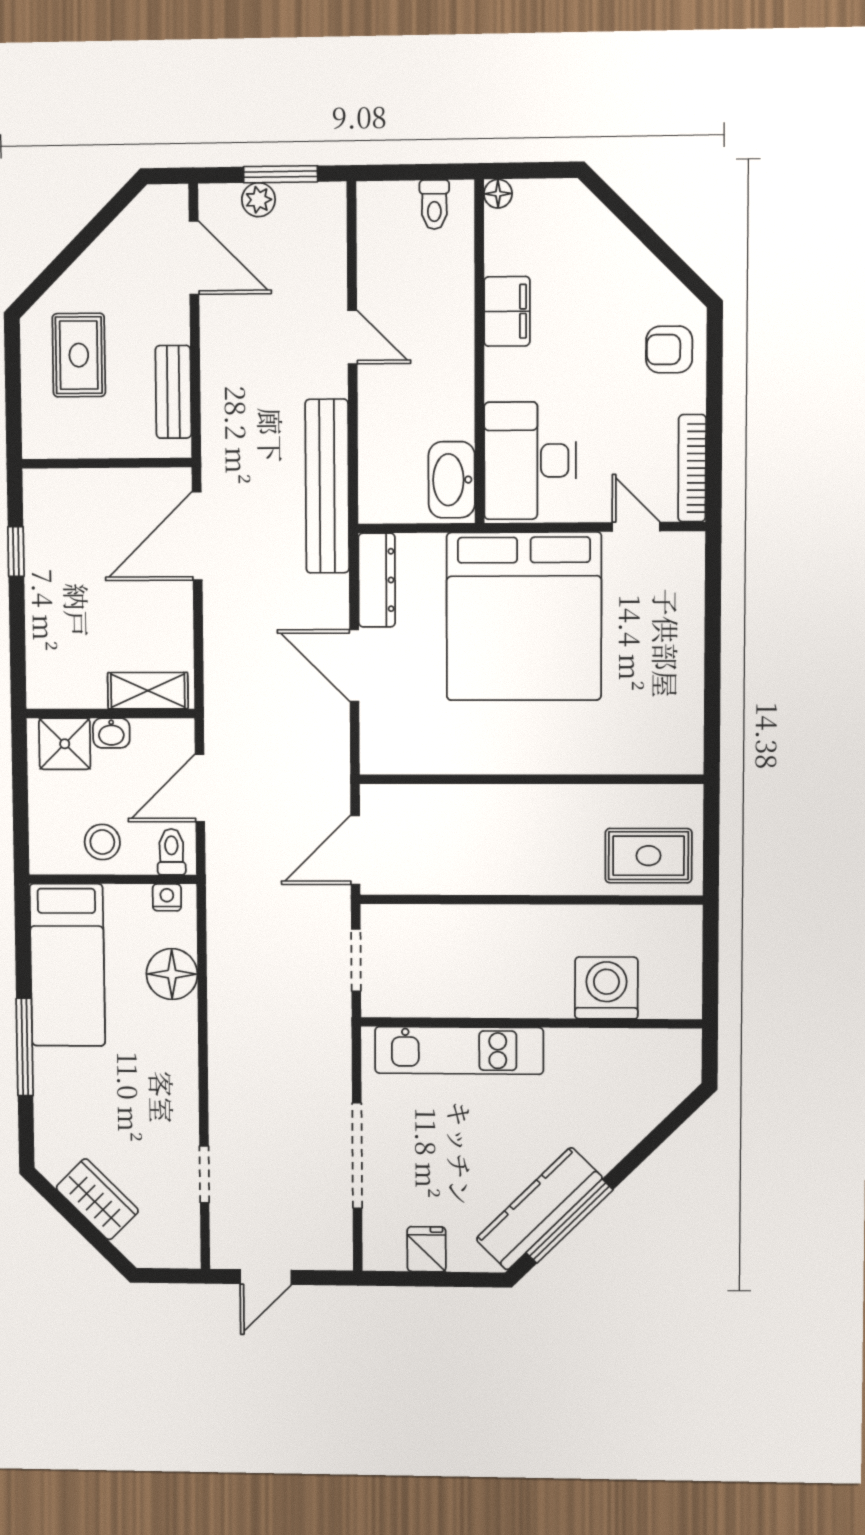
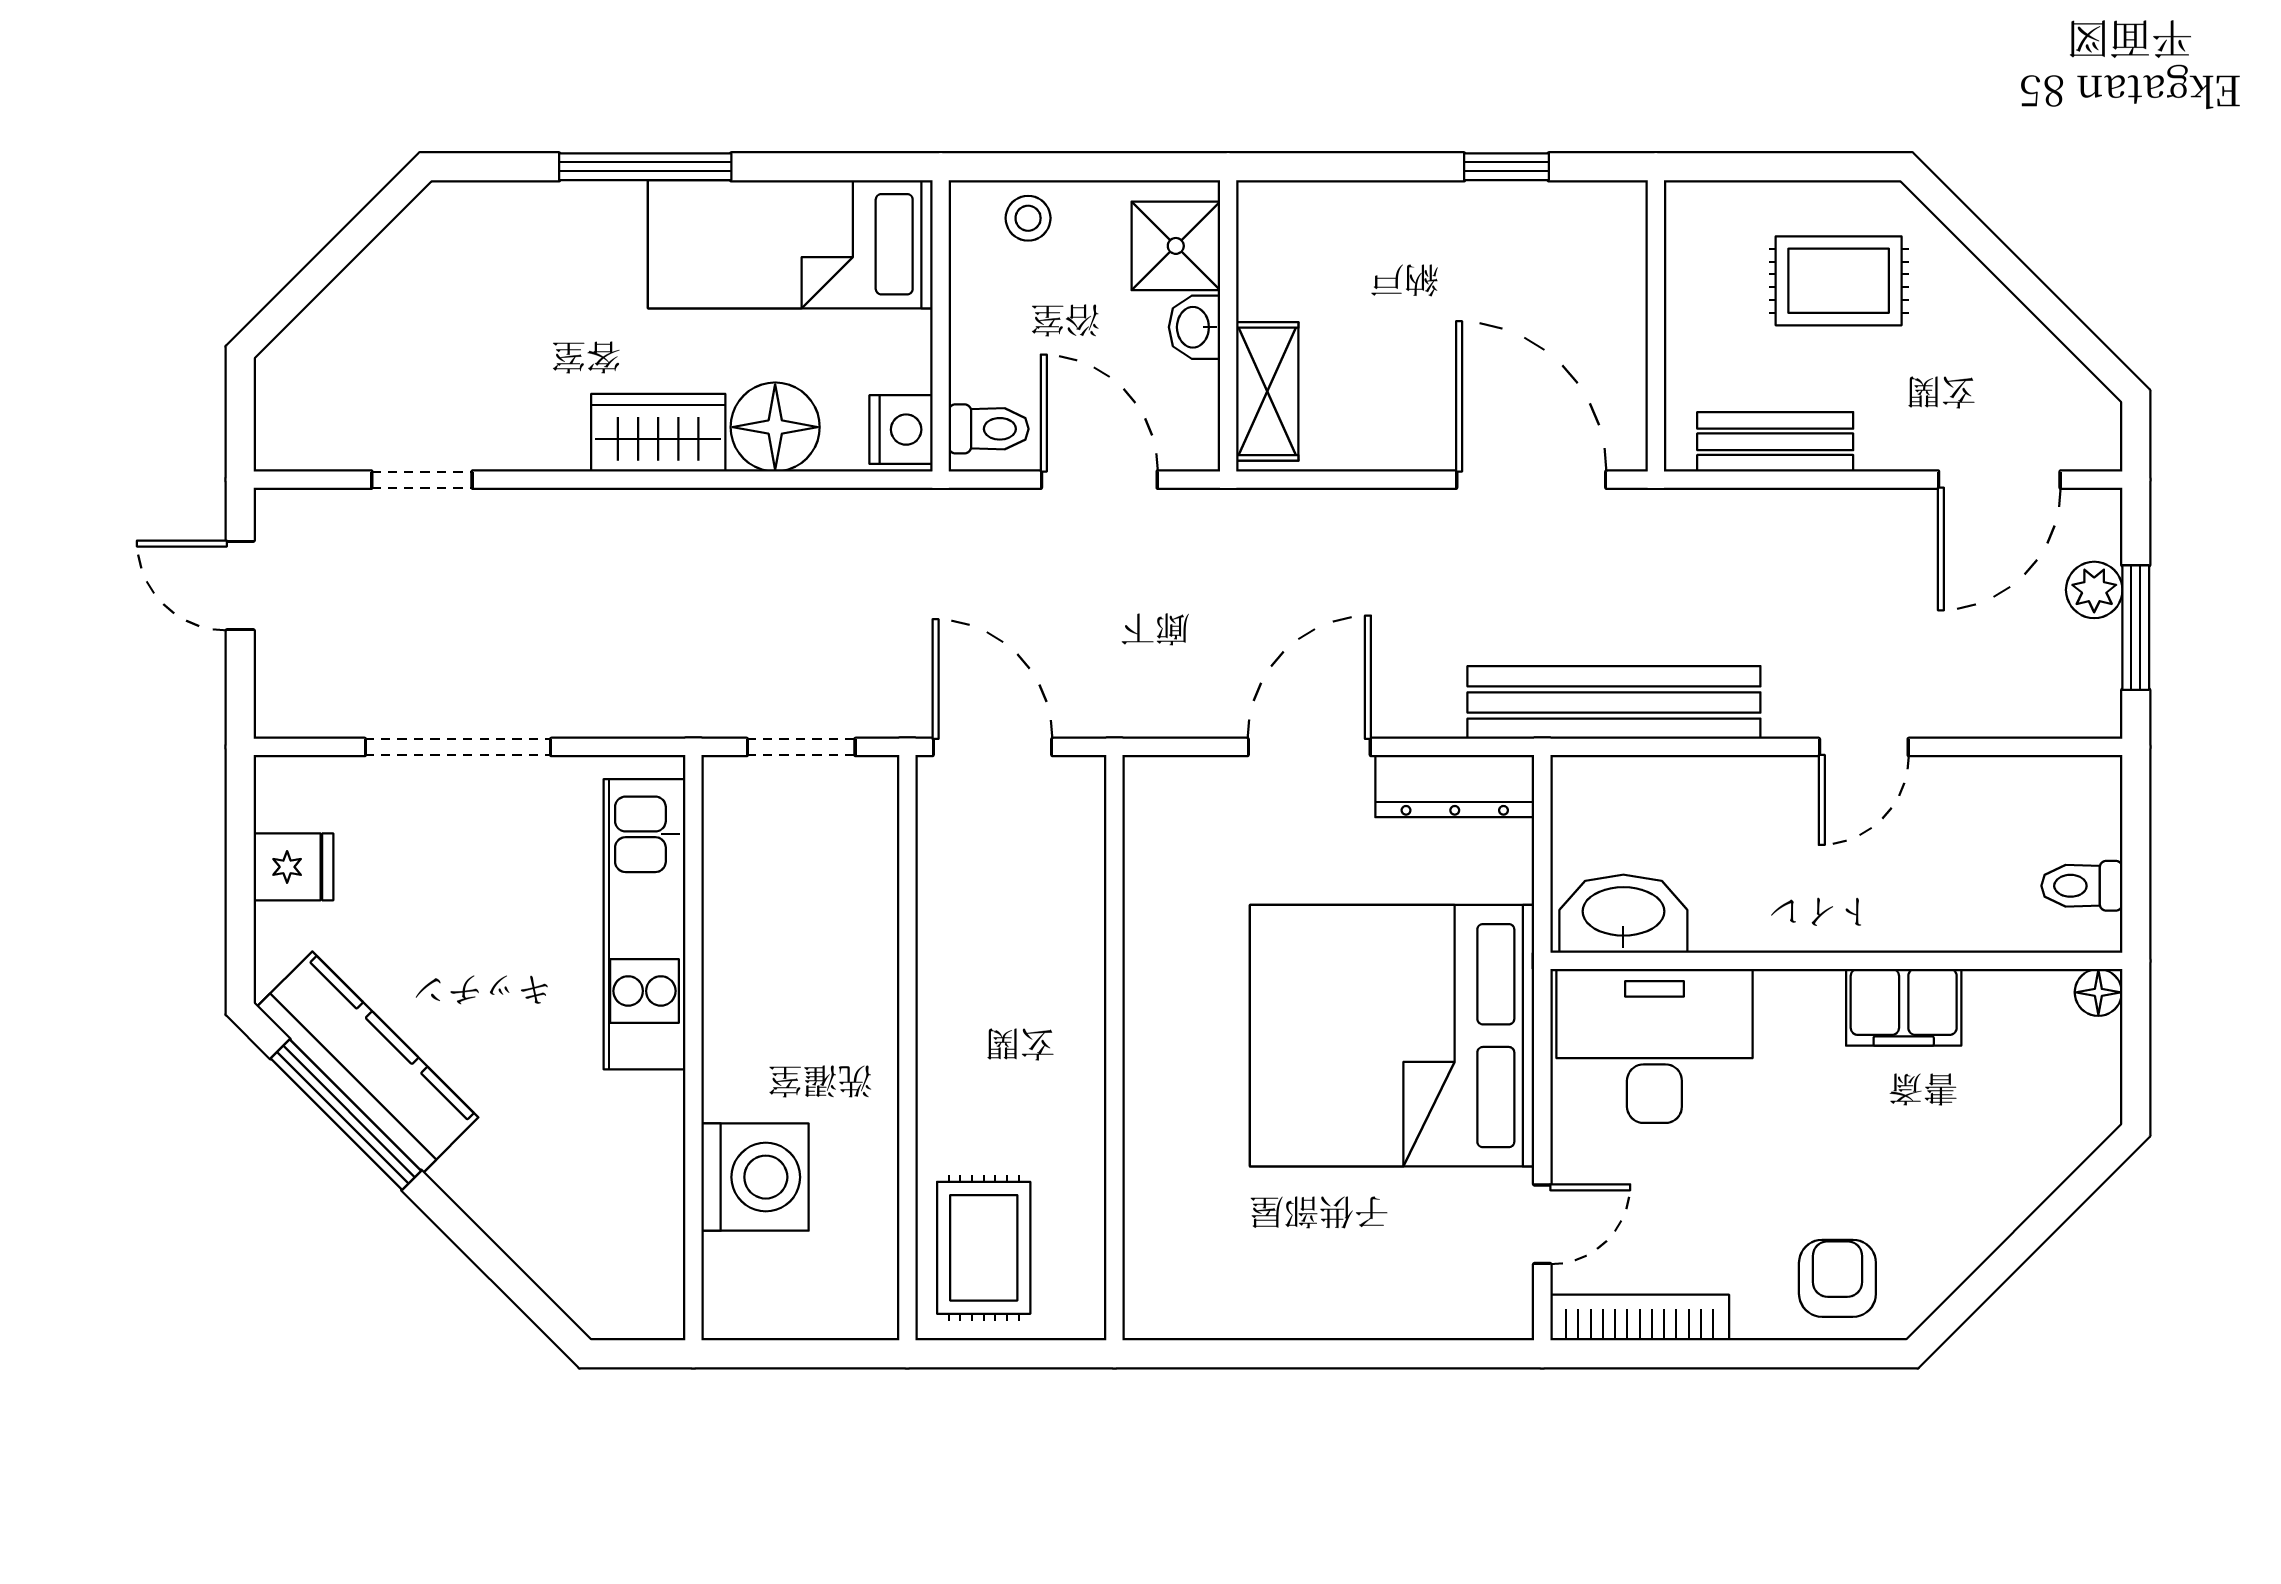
stool: (102, 842) -> (1028, 218), moved, width x0.73, depth x0.73
nightstand: (167, 897) -> (901, 430), width x1.39, depth x1.35
wardrobe: (97, 1199) -> (658, 433), moved, turned -135

